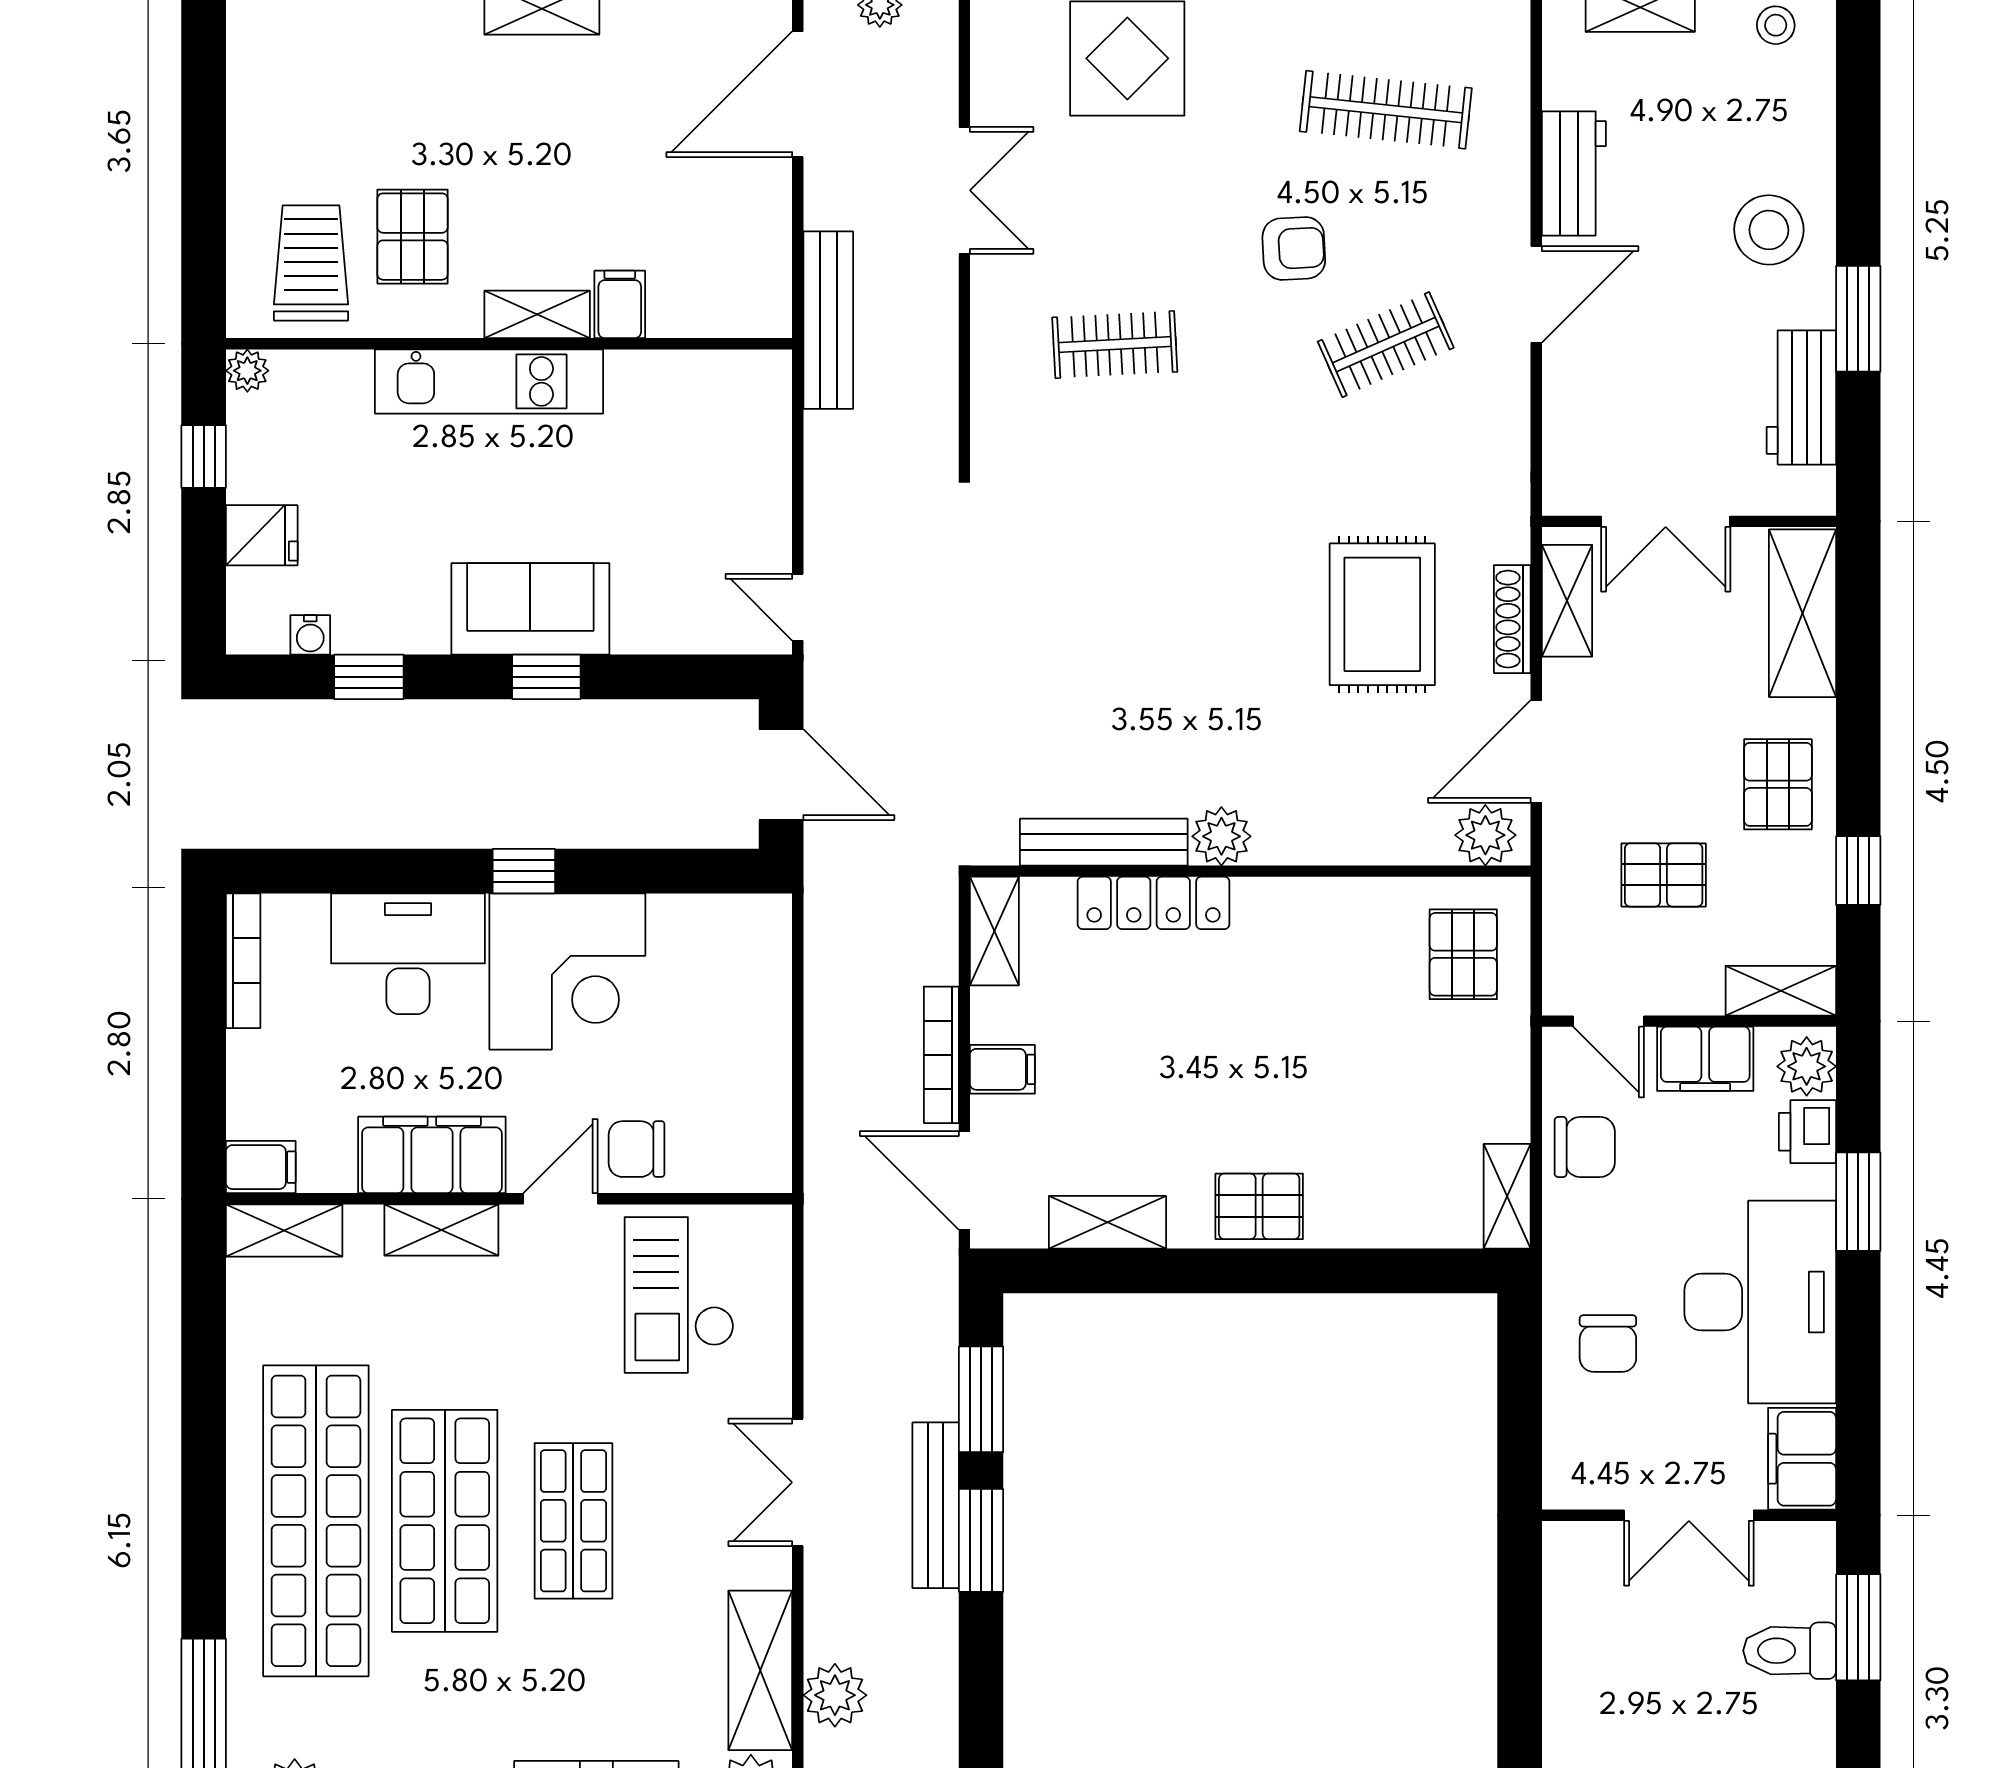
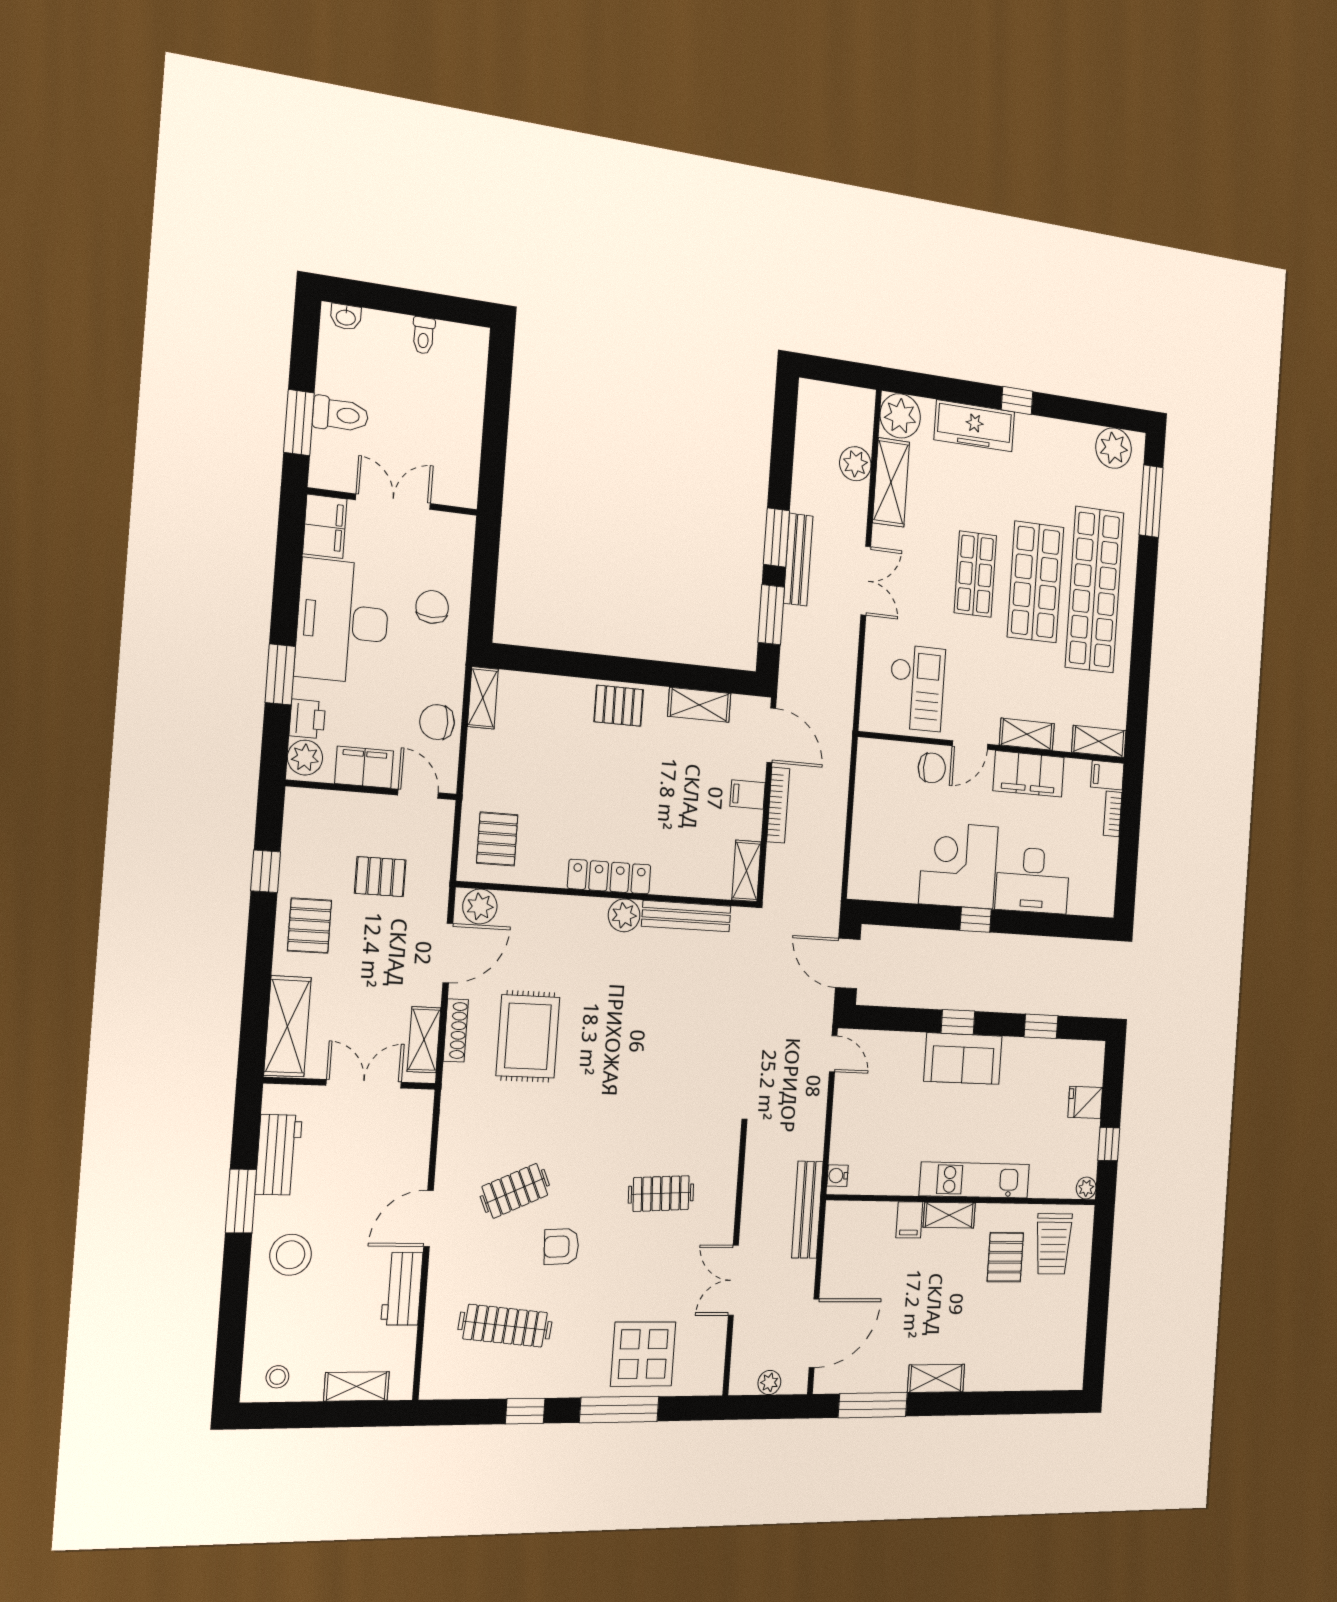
water cooler: (310, 635) -> (837, 1176), moved, turned -90
locker: (1153, 903) -> (609, 877), moved
bookcase: (243, 961) -> (1113, 814), moved, width x0.64
shelving: (1781, 991) -> (317, 804), removed

